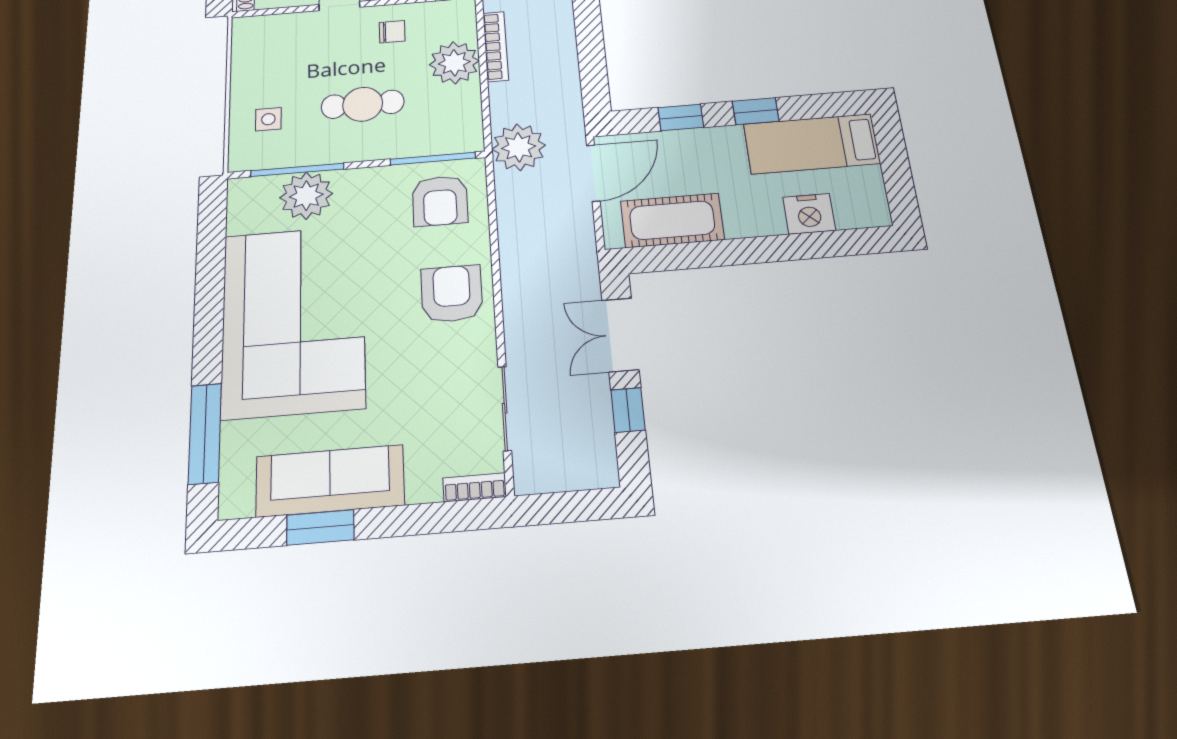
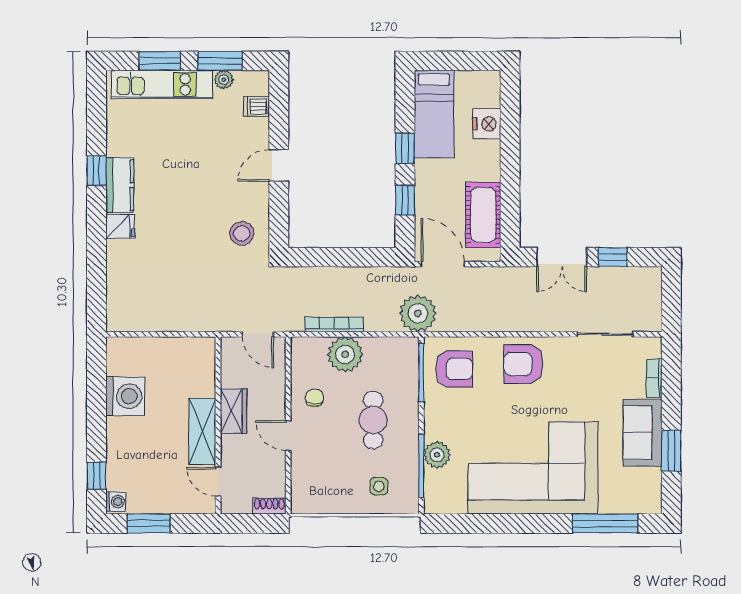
plant: (306, 196) -> (437, 455), width x0.73, depth x0.73
sofa: (330, 481) -> (643, 433), width x0.73
bookcase: (475, 487) -> (654, 378), moved

